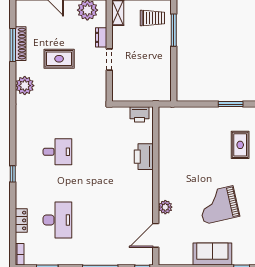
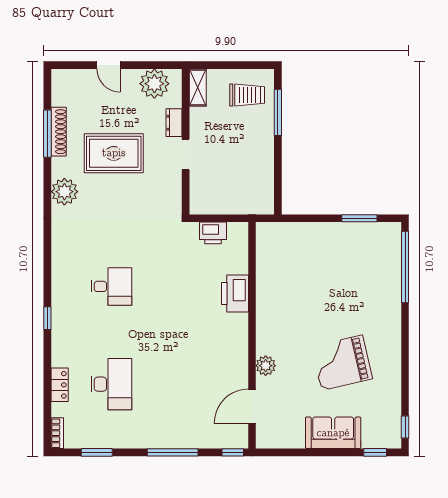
rug: (59, 59) -> (114, 153), width x1.36, depth x1.43
printer: (139, 114) -> (213, 233), moved
rug: (240, 145) -> (373, 277), removed

